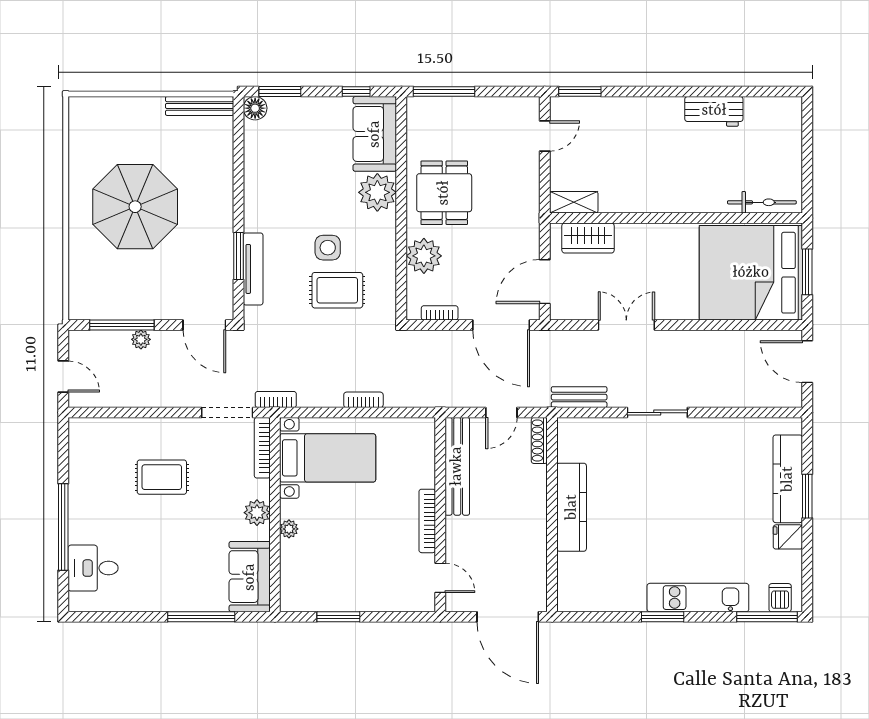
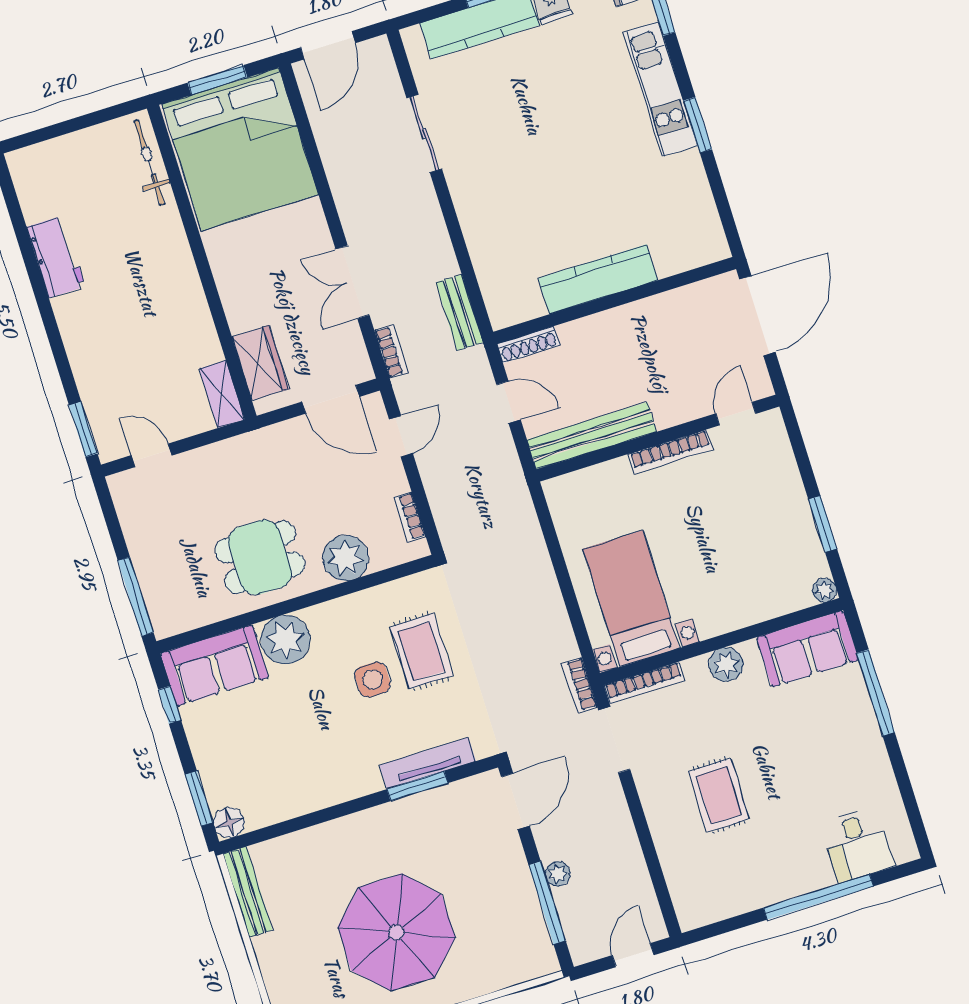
door: (501, 325) -> (401, 436), width x0.53
bookcase: (363, 400) -> (391, 351), moved, turned 180
sliding door: (657, 413) -> (424, 134), moved
plant: (289, 529) -> (824, 590), moved

